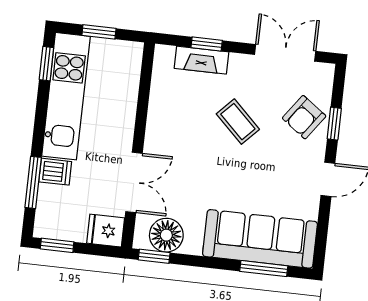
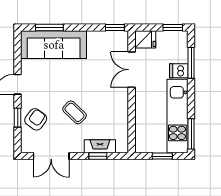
window: (46, 64) -> (191, 134), width x1.50
floor lamp: (166, 235) -> (109, 41), removed

